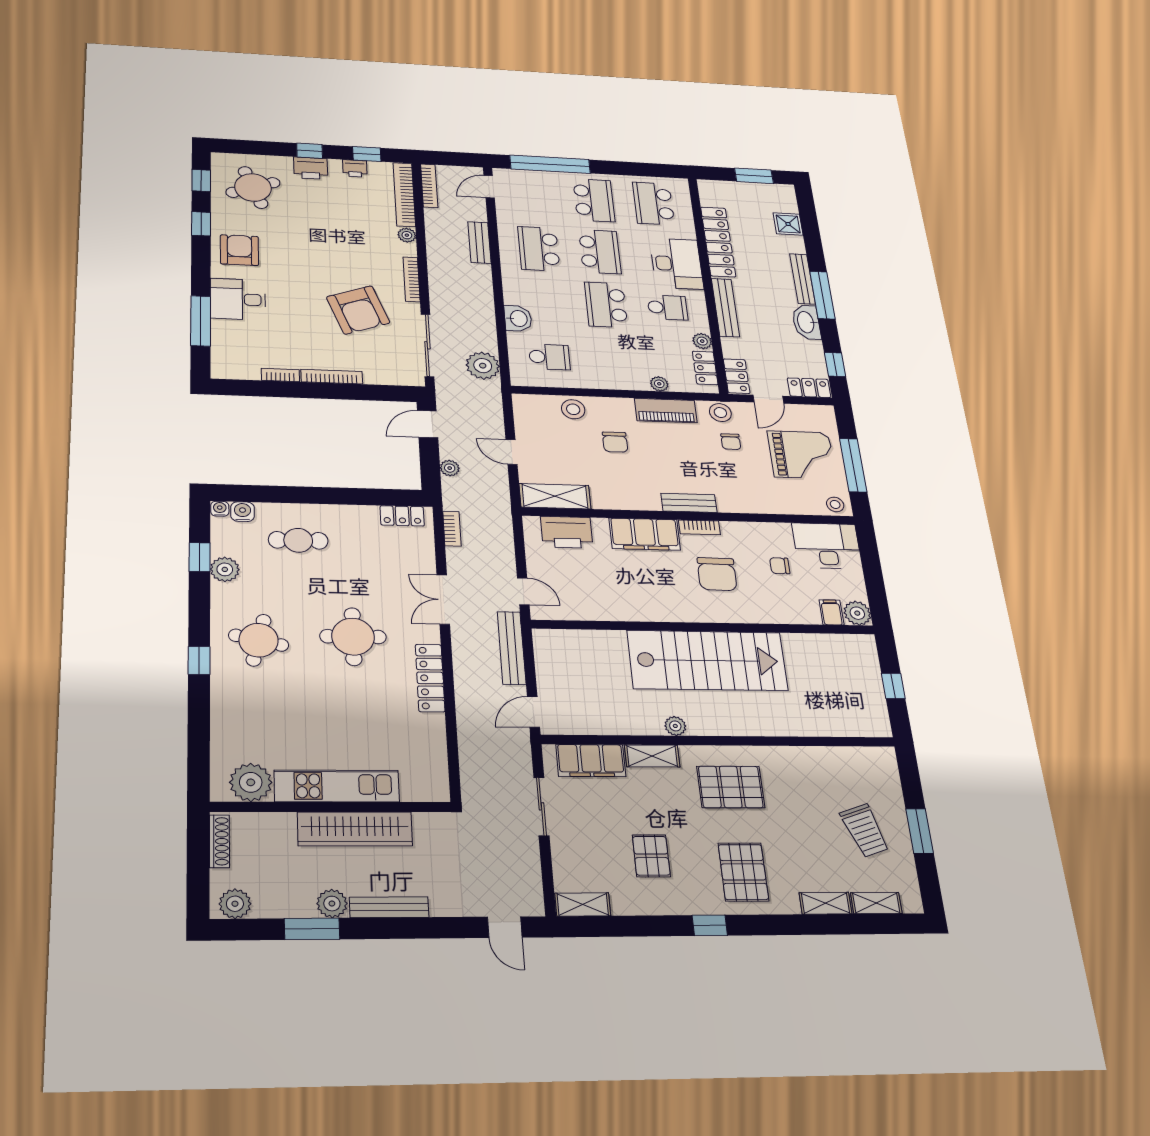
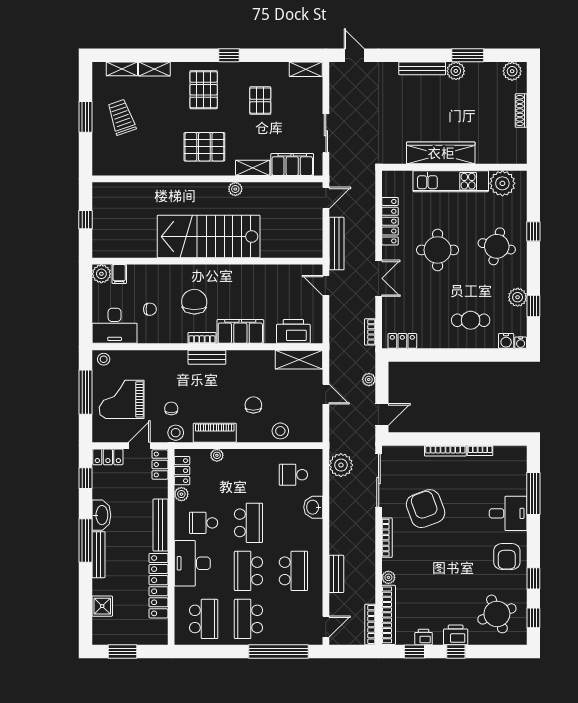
plant: (251, 782) -> (502, 183), moved
kitchen unit: (337, 786) -> (451, 181), moved
wall: (331, 807) -> (454, 167), moved
wardrobe: (355, 829) -> (441, 153), moved

